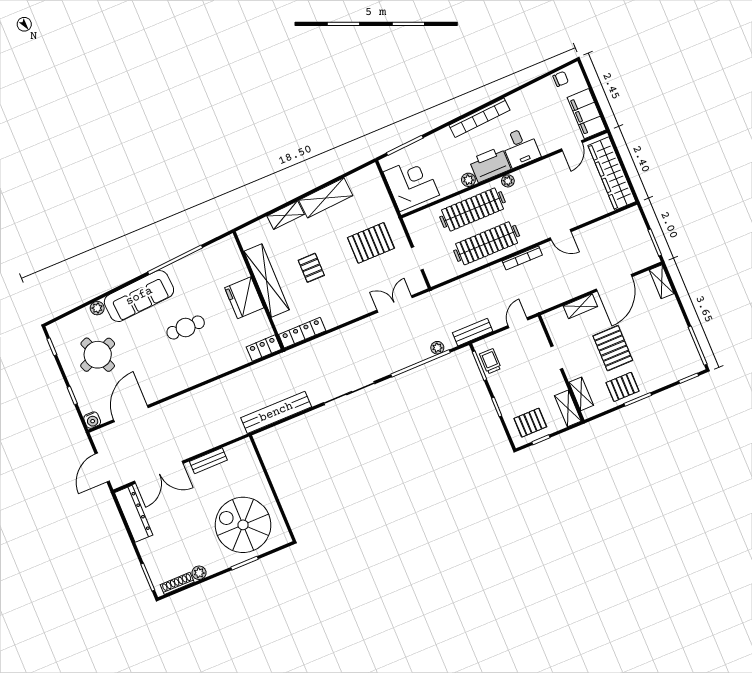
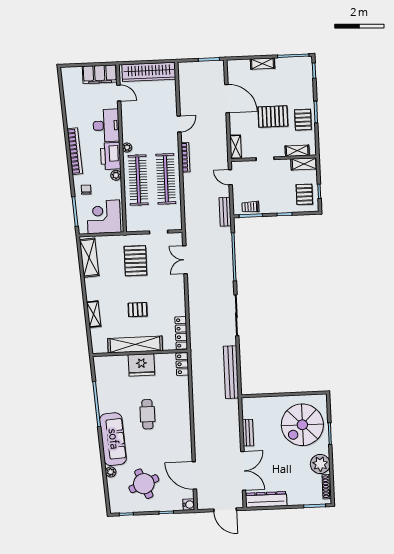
chair: (561, 79) -> (86, 190), moved
desk: (520, 147) -> (106, 125), width x1.37
shelving: (326, 198) -> (89, 258), moved
shelving: (662, 282) -> (263, 64), moved
shelving: (580, 306) -> (236, 147), moved
plant: (437, 348) -> (227, 241), removed
plant: (199, 573) -> (320, 464), width x1.87, depth x1.87

